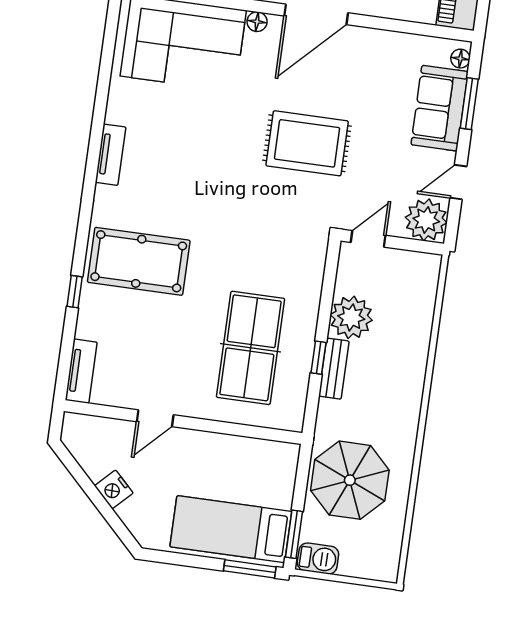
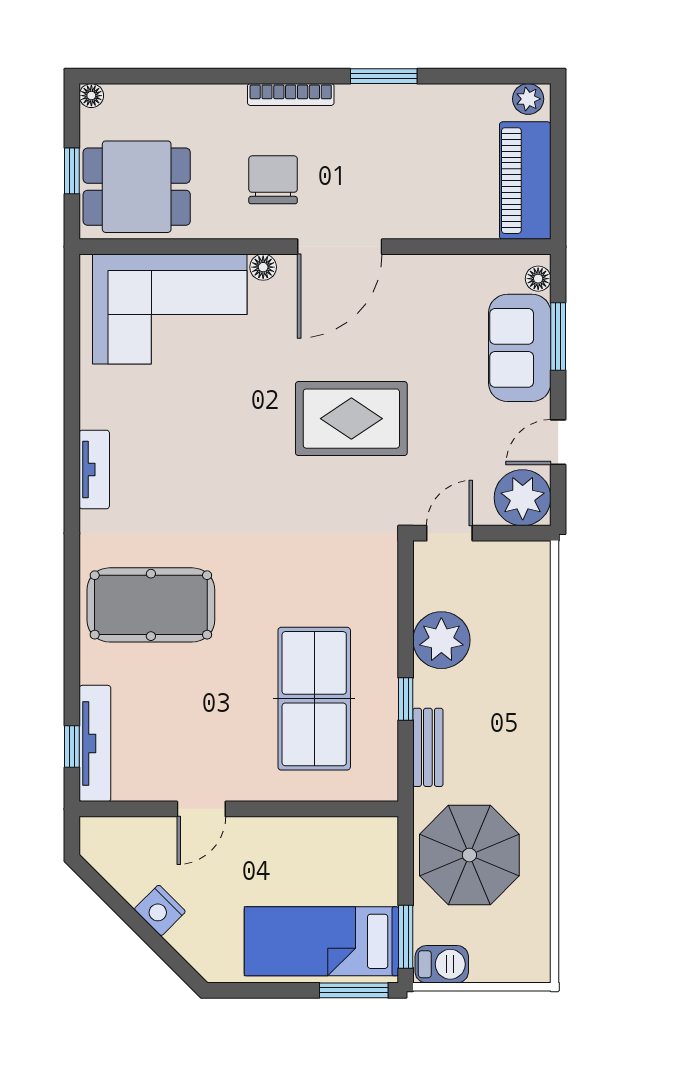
window: (75, 292) -> (72, 747), moved
bench: (334, 369) -> (428, 747), moved
tv unit: (81, 371) -> (95, 743), width x1.41

